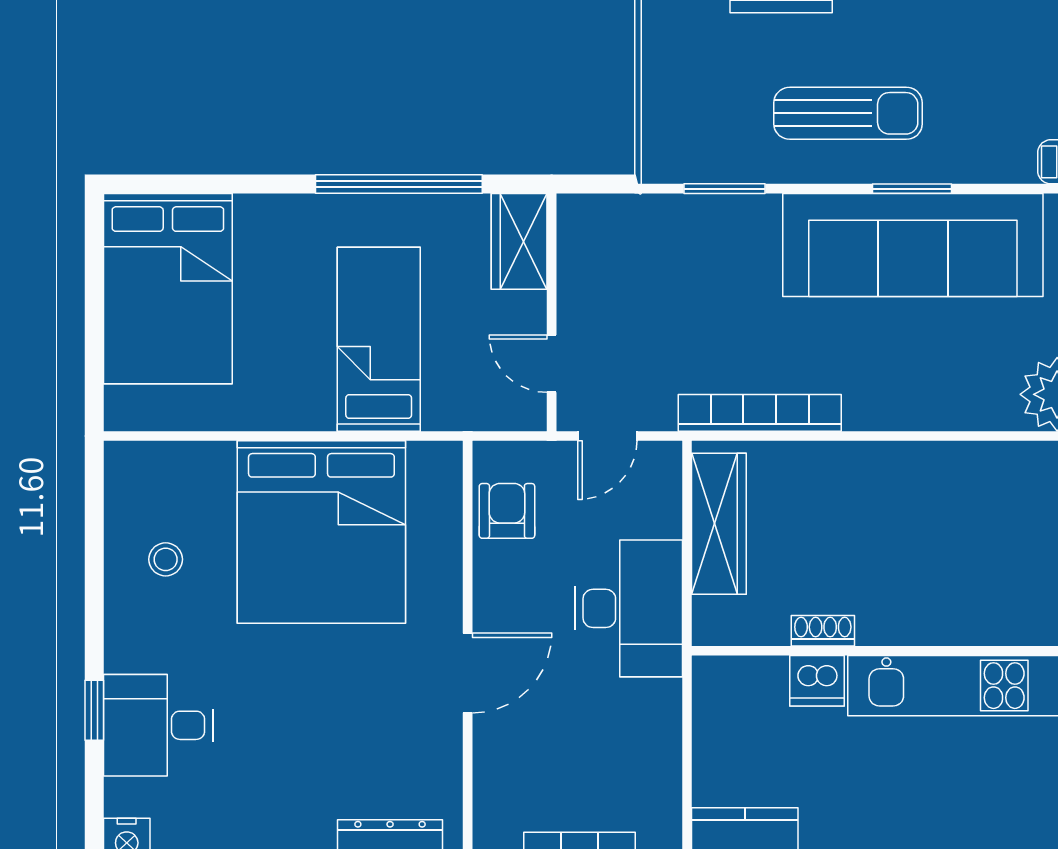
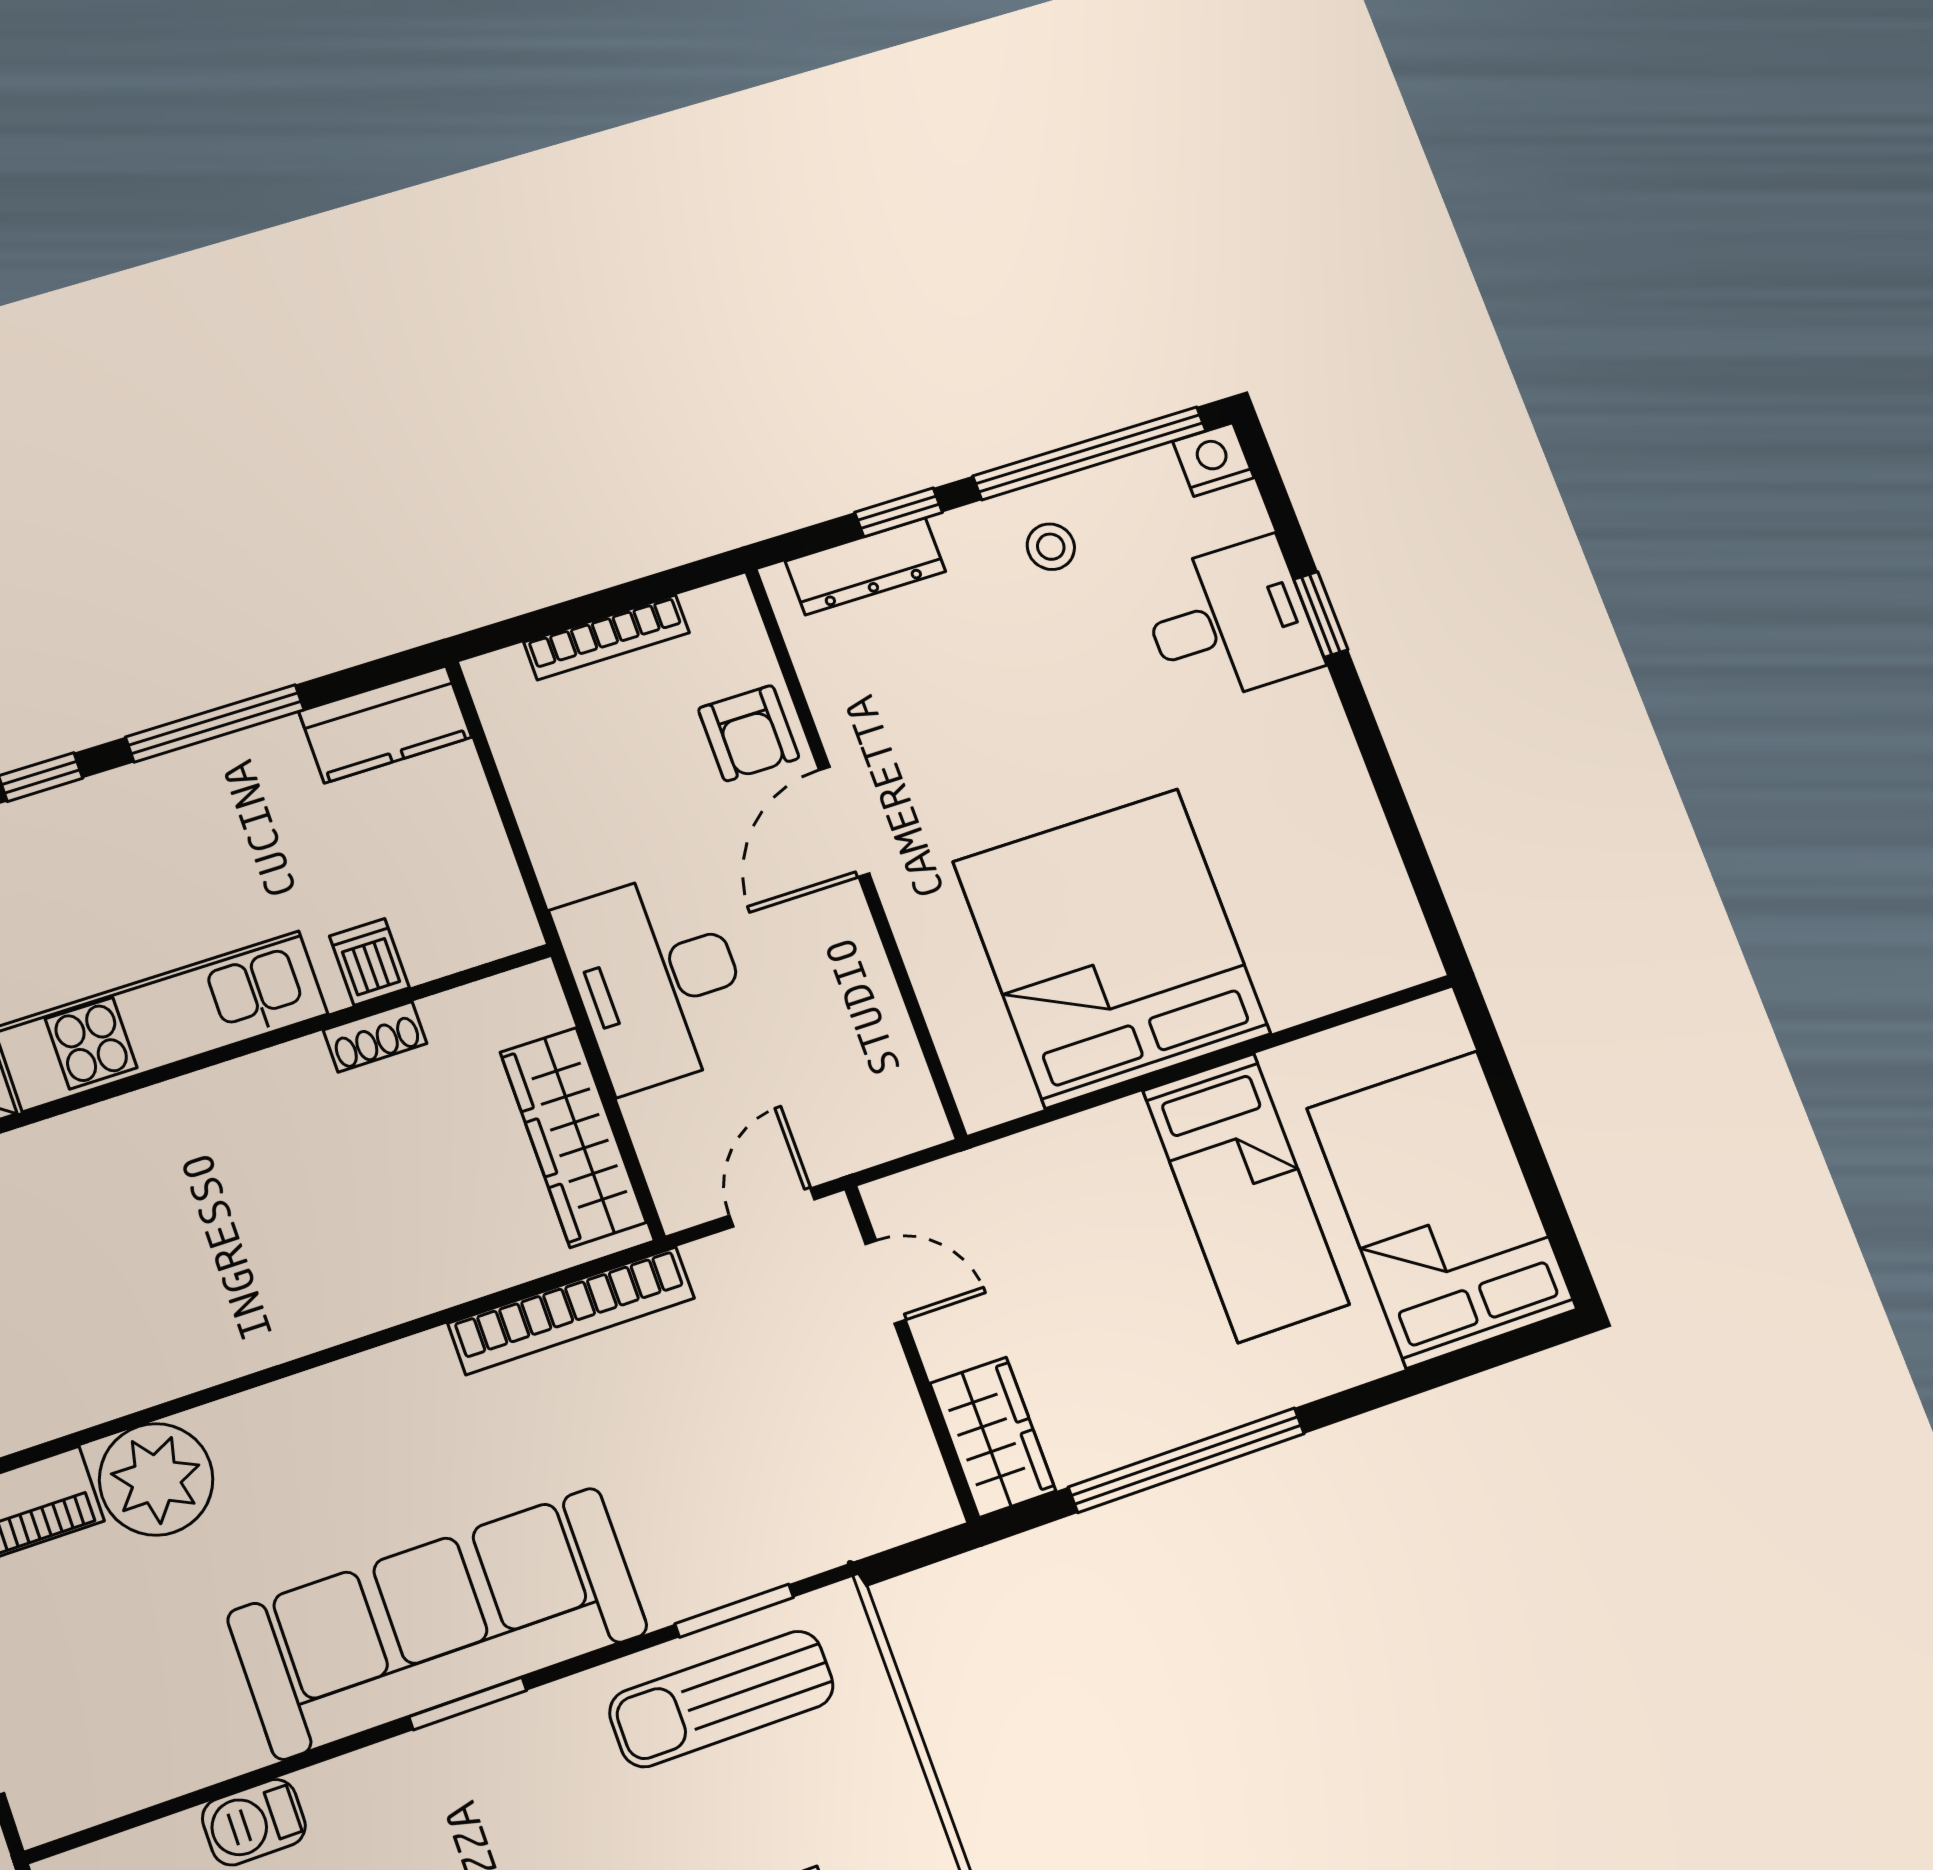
sun lounger: (848, 113) -> (722, 1699), moved
bed: (379, 339) -> (1246, 1198), moved
armchair: (507, 511) -> (749, 733), moved
stool: (166, 559) -> (1051, 547), moved
dishwasher: (817, 681) -> (369, 962), width x0.73

